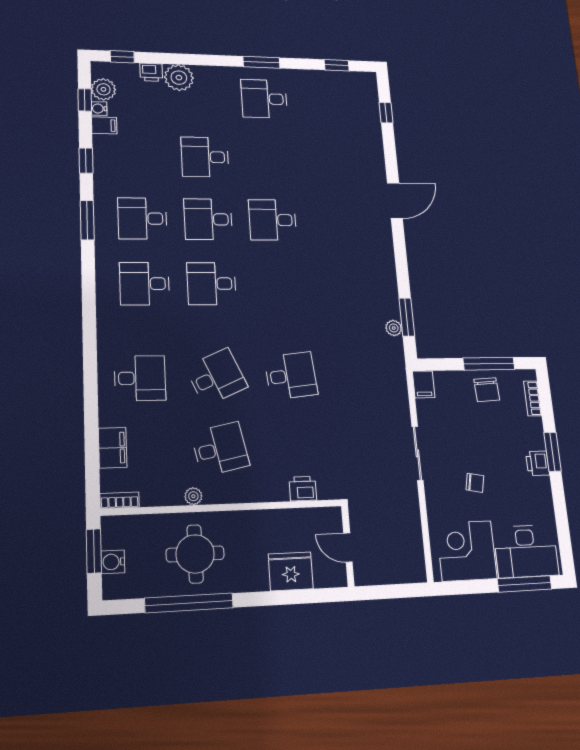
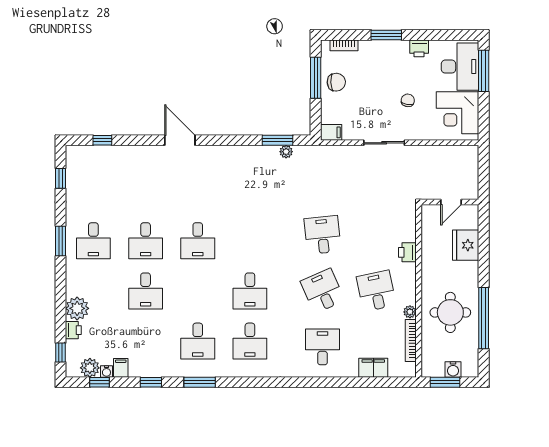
desk: (208, 219) -> (146, 241), moved
printer: (538, 463) -> (419, 48), moved
printer: (303, 489) -> (407, 252), moved
bookcase: (119, 500) -> (411, 340), moved, width x1.56

